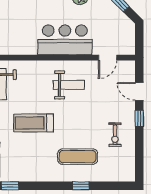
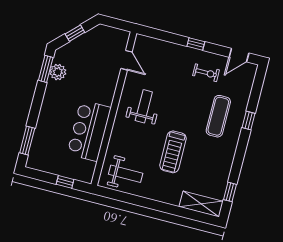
bar counter: (65, 40) -> (89, 131), moved
door: (139, 91) -> (239, 55), moved

